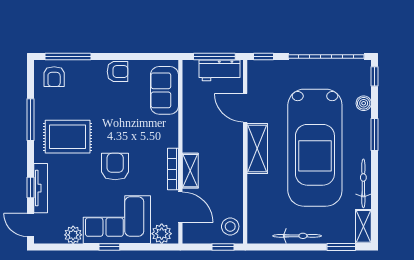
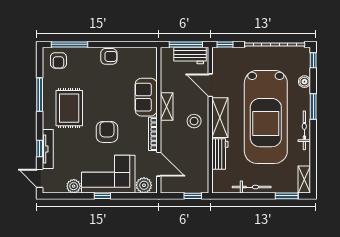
sofa: (164, 90) -> (146, 97), moved
rug: (68, 137) -> (69, 108), turned 90
shelving: (190, 171) -> (167, 106), moved
bicycle: (363, 183) -> (304, 130), moved
workbench: (257, 194) -> (220, 154), added
stool: (230, 226) -> (194, 121), moved

